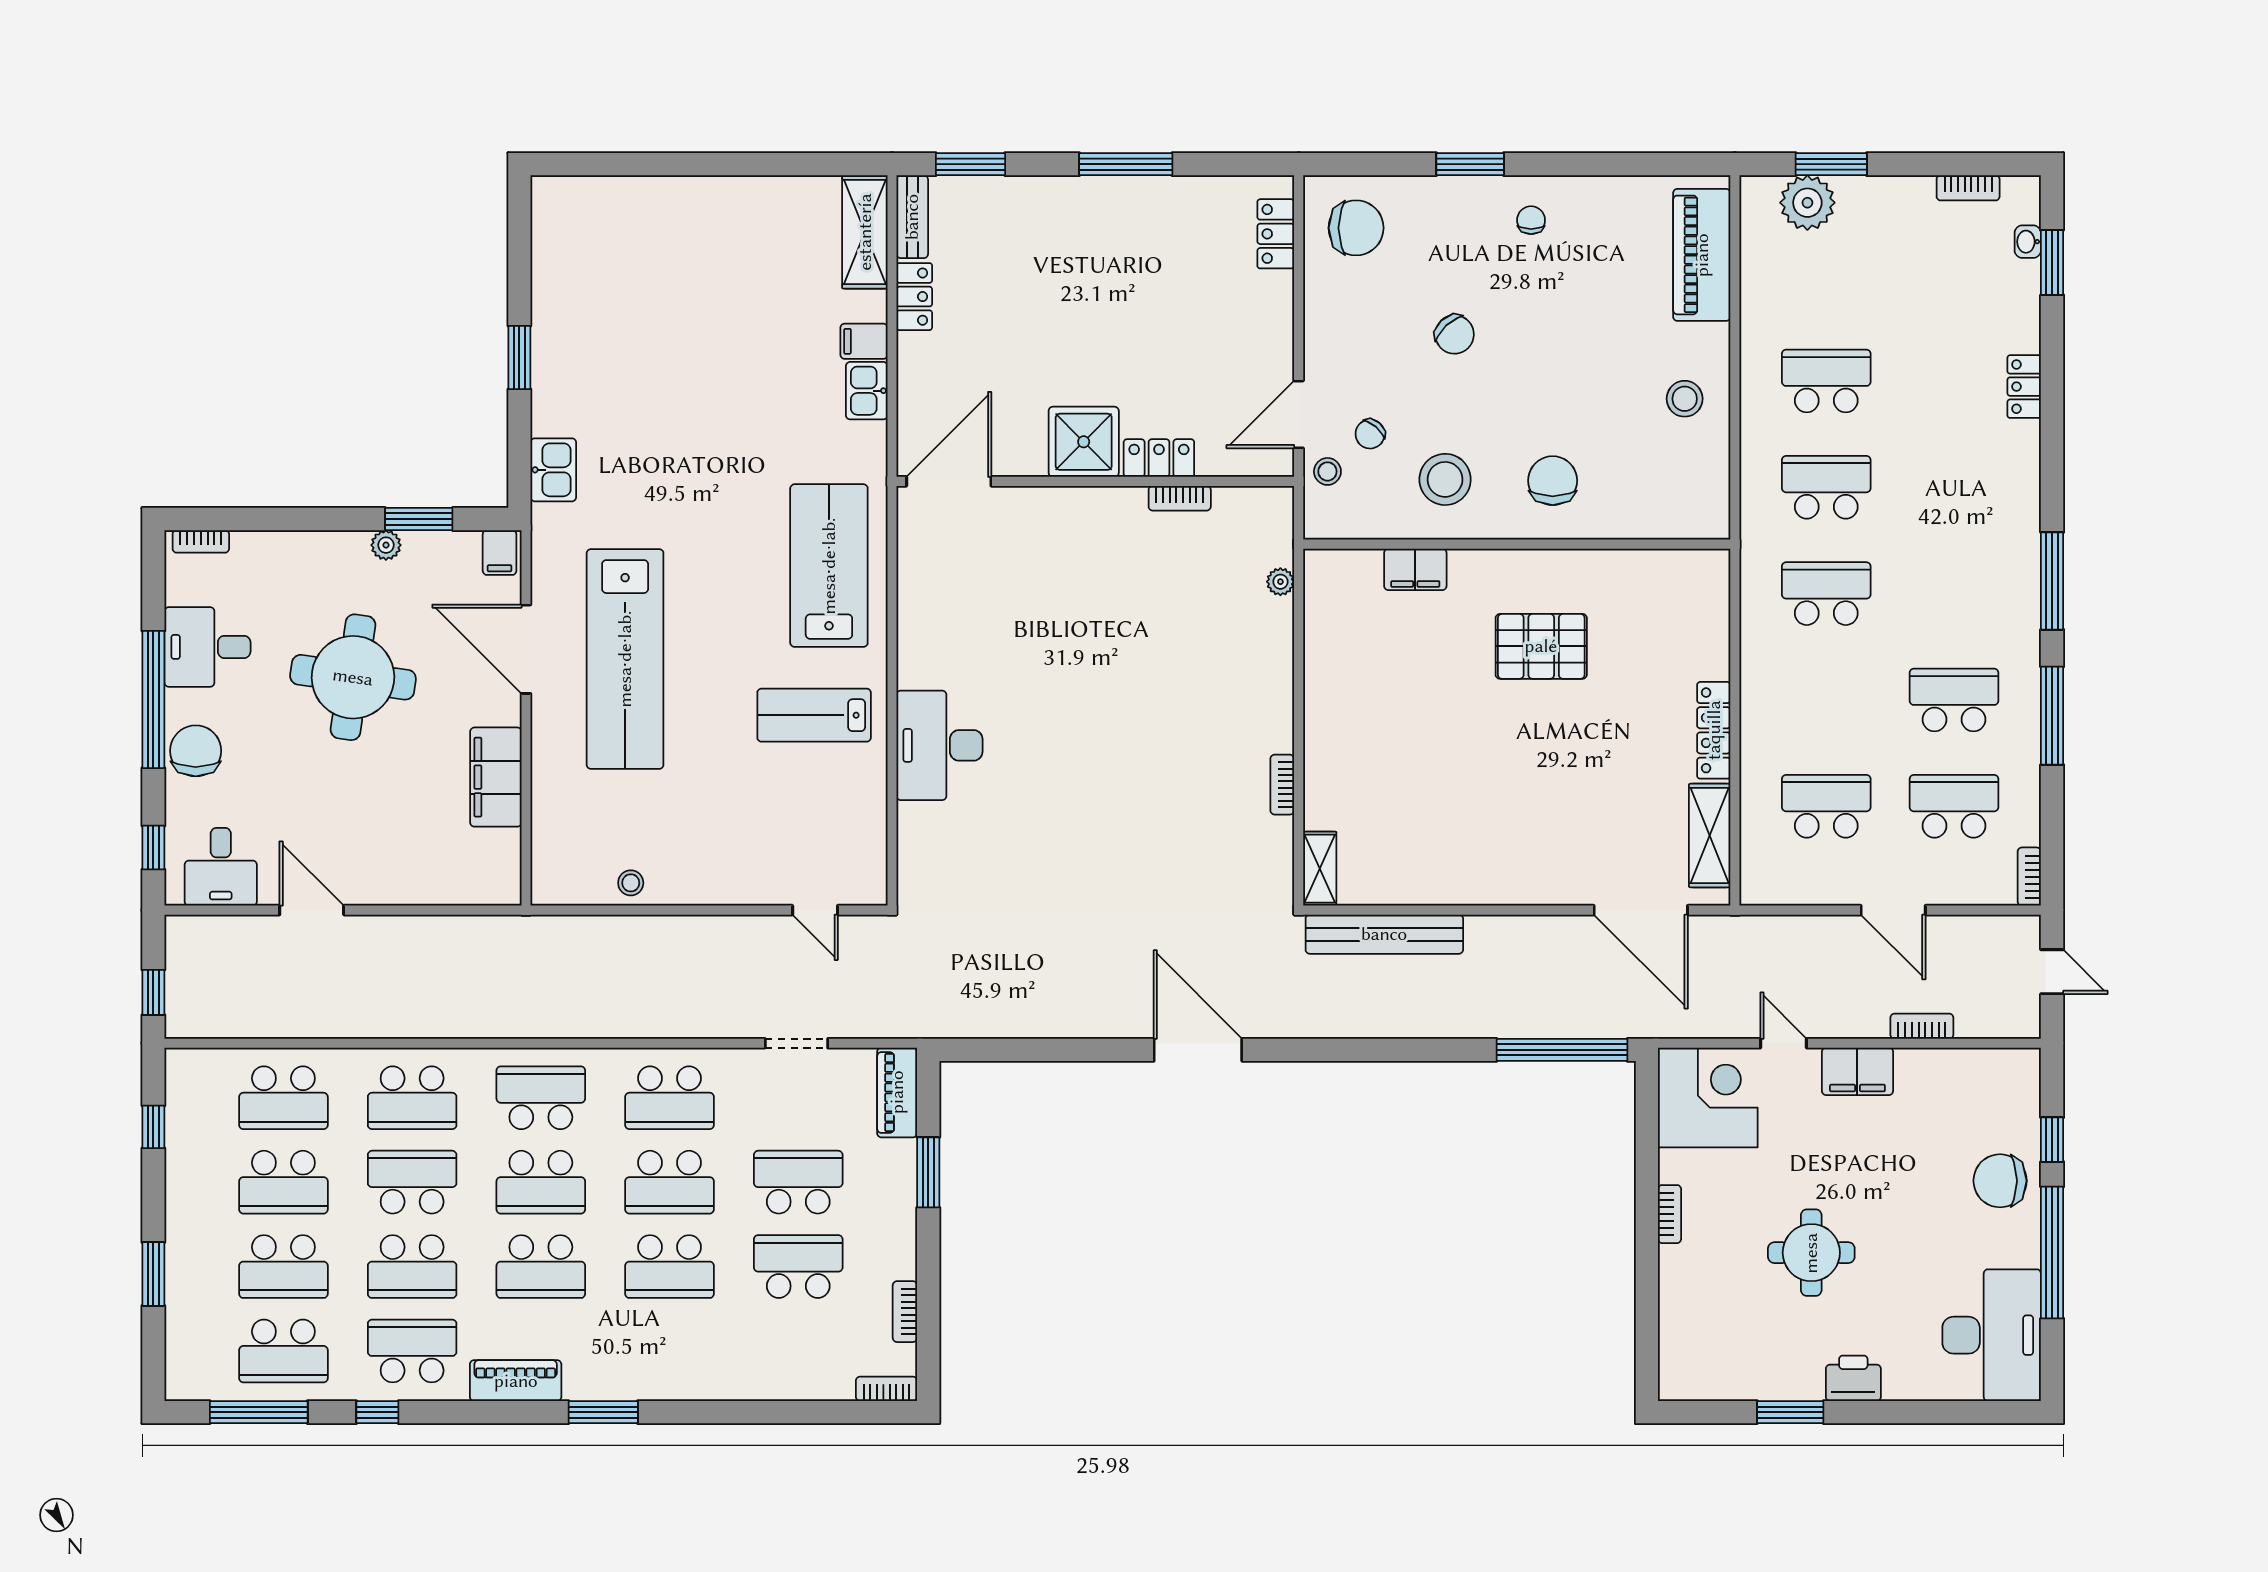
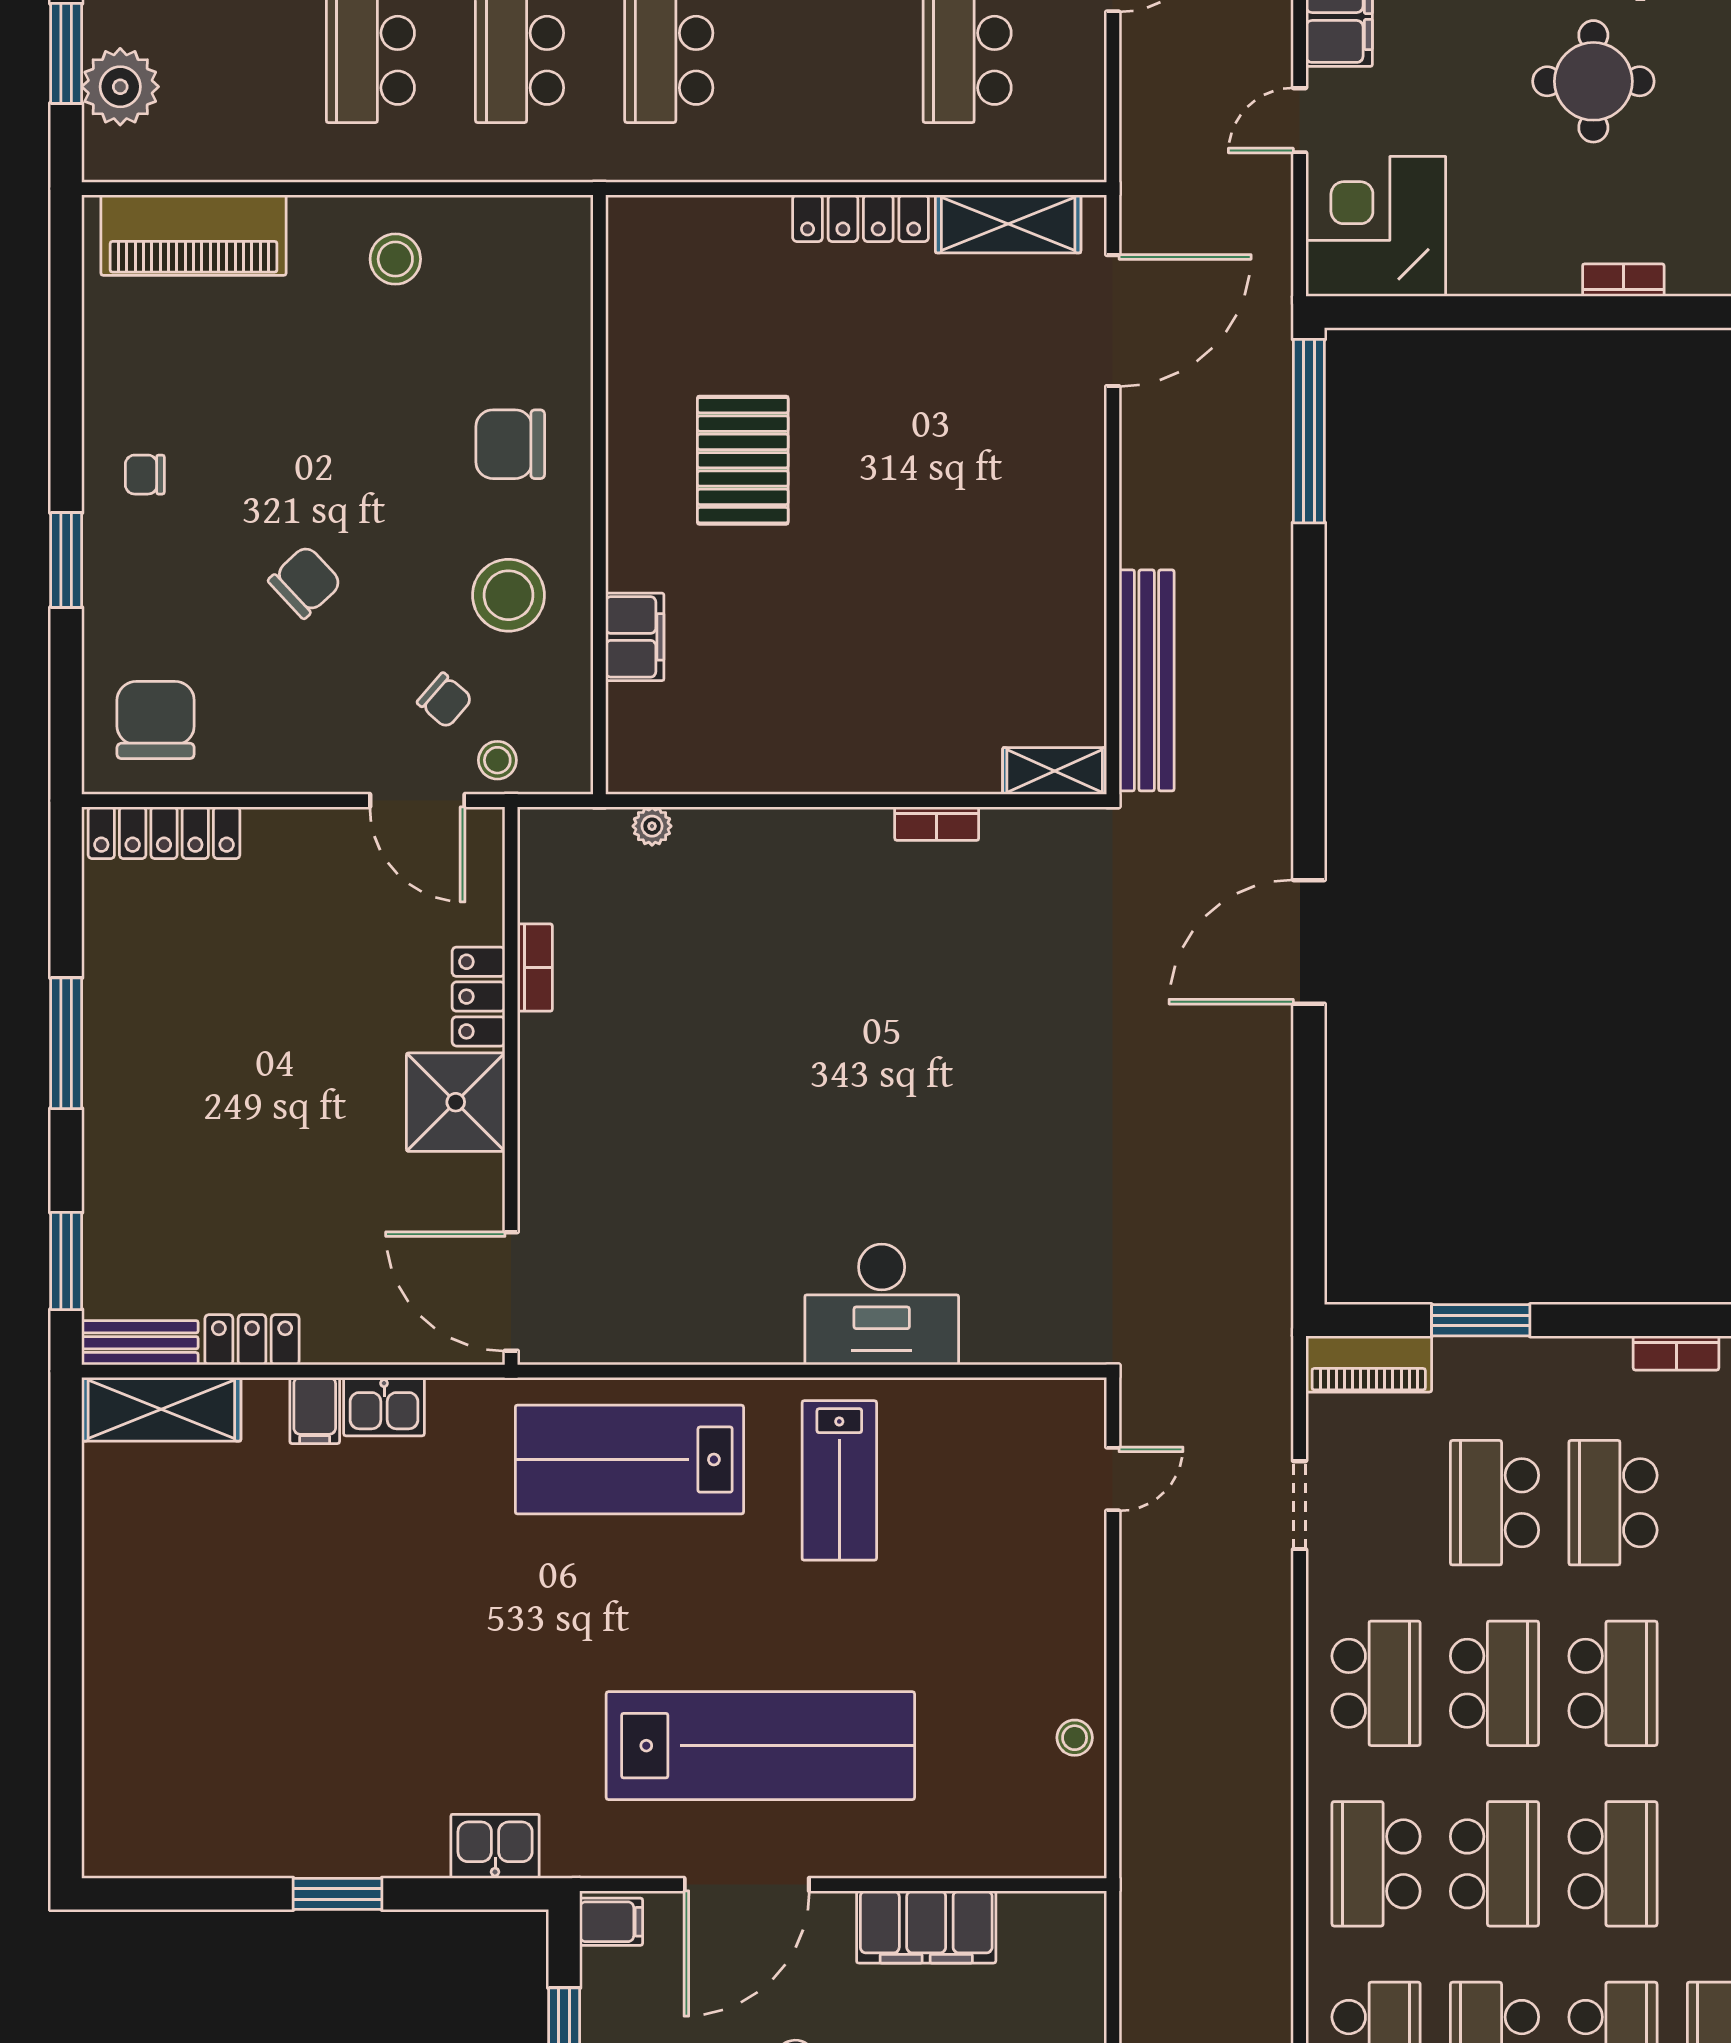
locker: (1276, 234) -> (164, 833), width x1.53
bookcase: (1670, 1214) -> (1623, 280), moved

